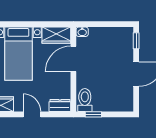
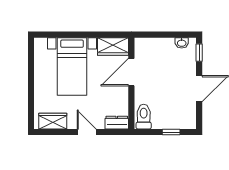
washbasin: (82, 32) -> (182, 43), moved
window: (93, 114) -> (171, 132), moved

